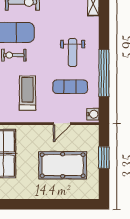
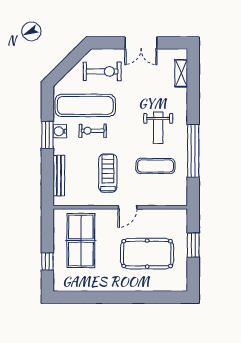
water cooler: (93, 114) -> (181, 197), removed
door: (62, 124) -> (128, 207), moved

